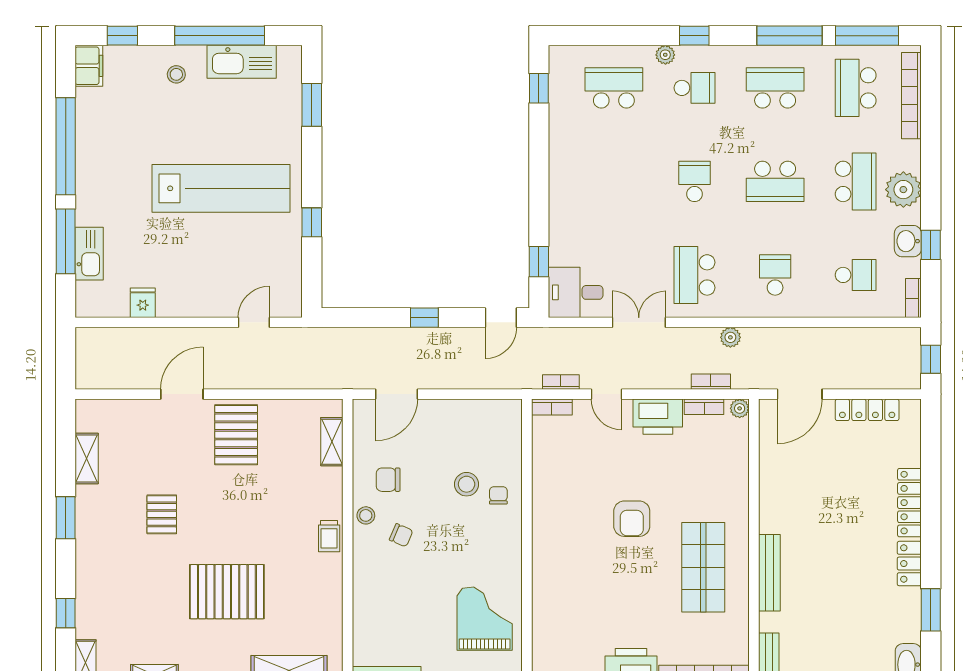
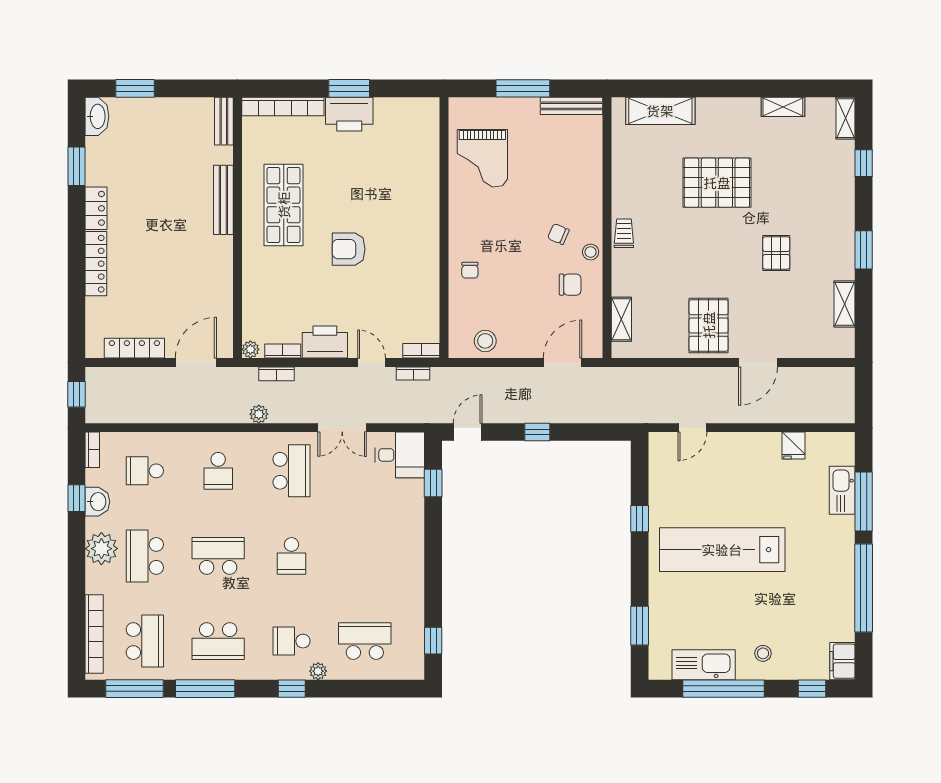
school desk: (614, 88) -> (365, 641), turned 180
stool: (467, 484) -> (485, 341), moved
armchair: (632, 519) -> (349, 249), turned -90

